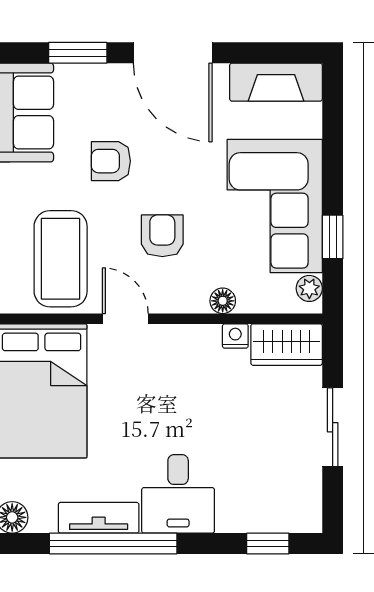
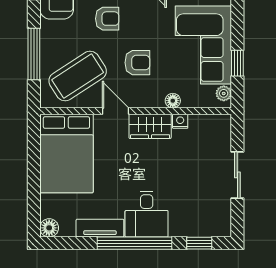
armchair: (111, 161) -> (107, 19), turned 180
armchair: (162, 236) -> (137, 63), turned 90
coffee table: (61, 259) -> (78, 76), turned 57
wardrobe: (287, 345) -> (150, 126), moved
window: (113, 543) -> (134, 243), moved

